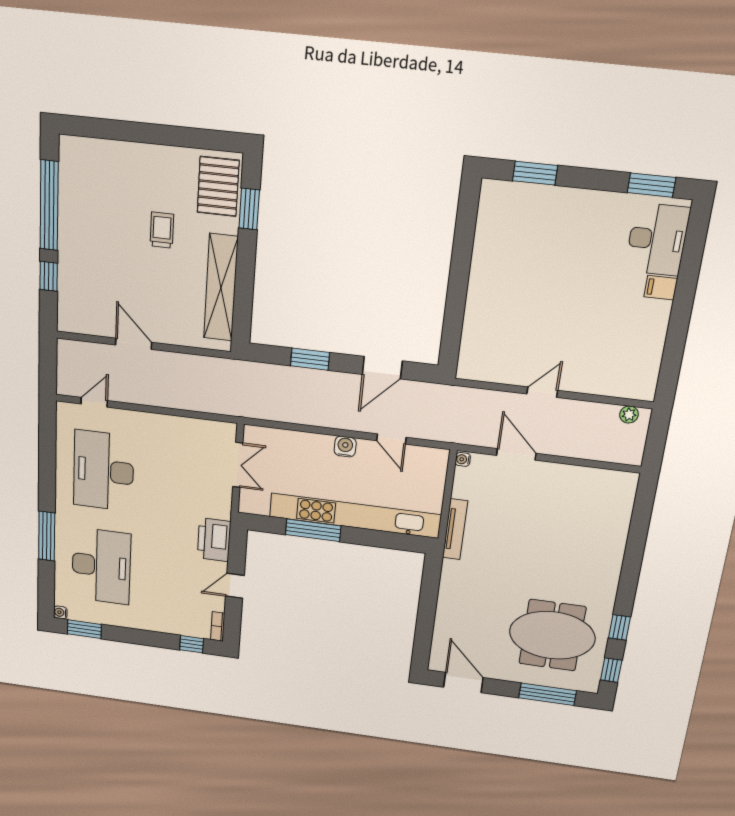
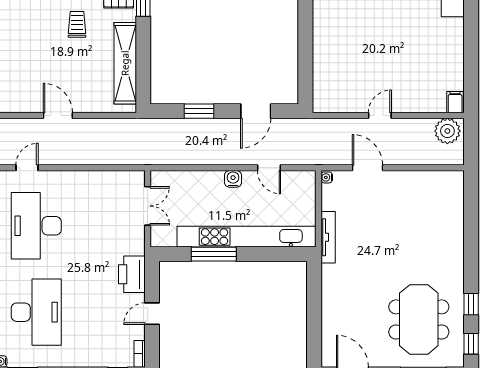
filing cabinet: (661, 288) -> (455, 102), moved, turned 90
plant: (629, 415) -> (447, 131), width x1.88, depth x1.88
meeting table: (552, 635) -> (419, 319), turned 90

